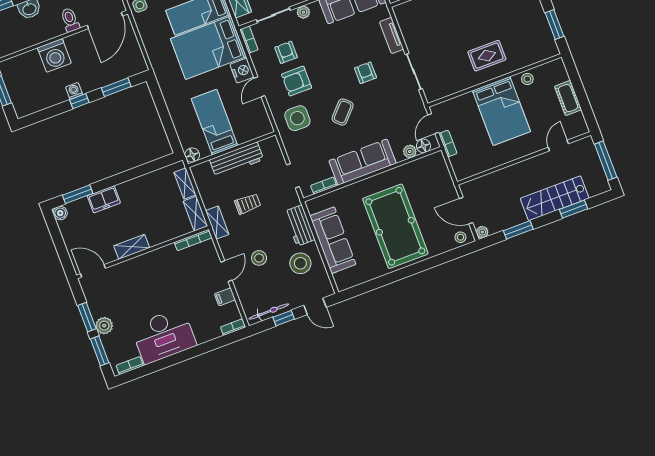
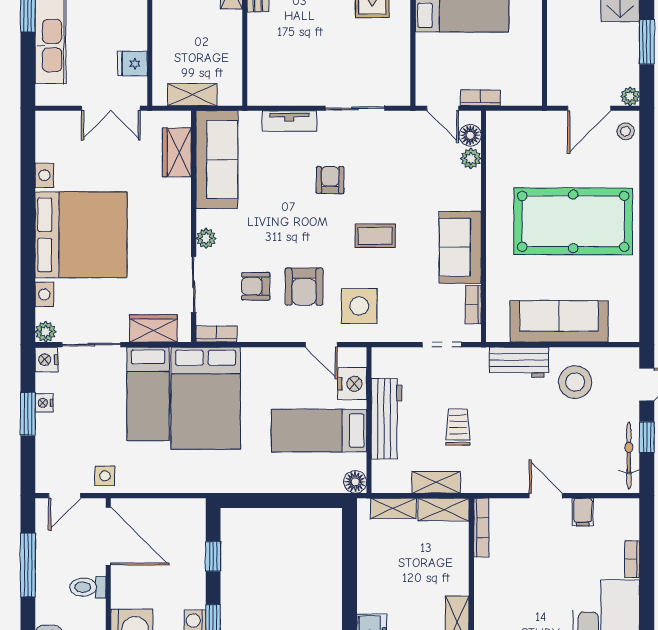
nightstand: (242, 71) -> (352, 384), moved, turned 90
armchair: (366, 73) -> (330, 180), turned 90
window: (116, 87) -> (213, 556), width x0.67
door: (259, 87) -> (321, 345), moved
coffee table: (343, 112) -> (375, 236), turned -43
sofa: (363, 162) -> (460, 247), width x0.73
shelving: (217, 223) -> (436, 482), moved
stool: (259, 258) -> (544, 440), removed
bookcase: (233, 327) -> (632, 559), moved

